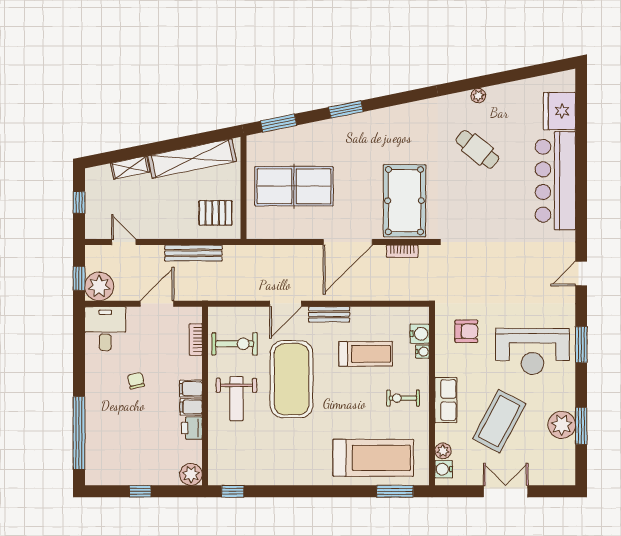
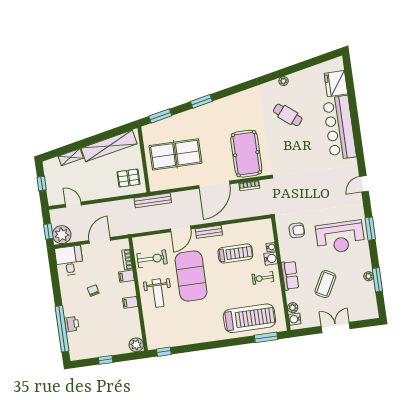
bench: (193, 253) -> (153, 200), moved
water cooler: (420, 334) -> (271, 259), moved
filing cabinet: (191, 389) -> (126, 276), moved
coffee table: (499, 421) -> (325, 284), width x0.73, depth x0.76
plant: (562, 425) -> (369, 276), width x0.53, depth x0.53
printer: (192, 428) -> (72, 324), moved, turned 180

